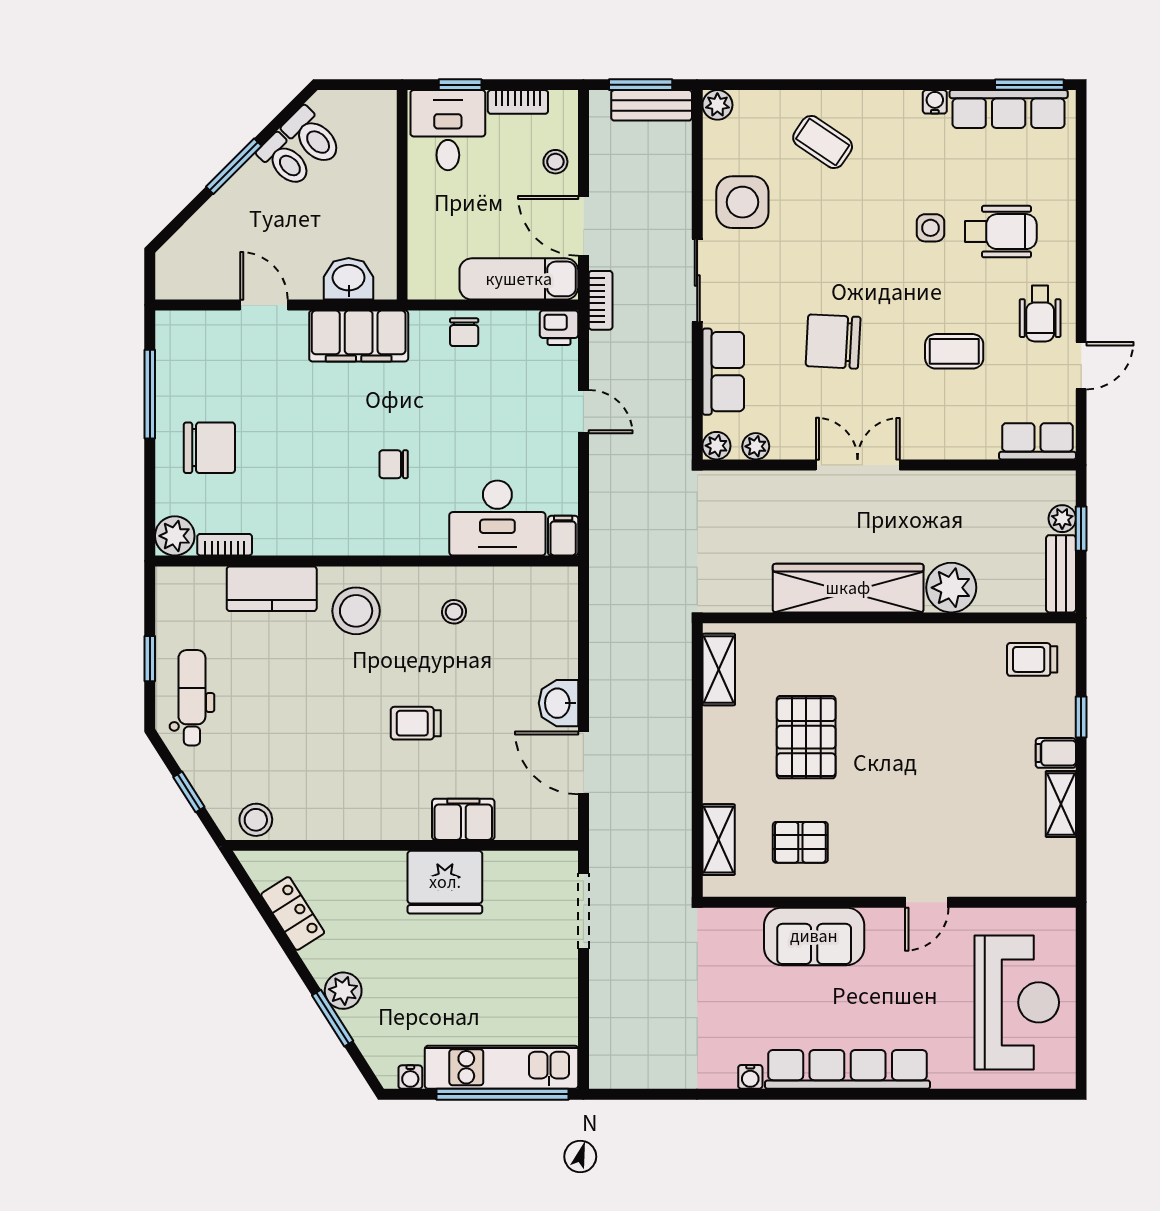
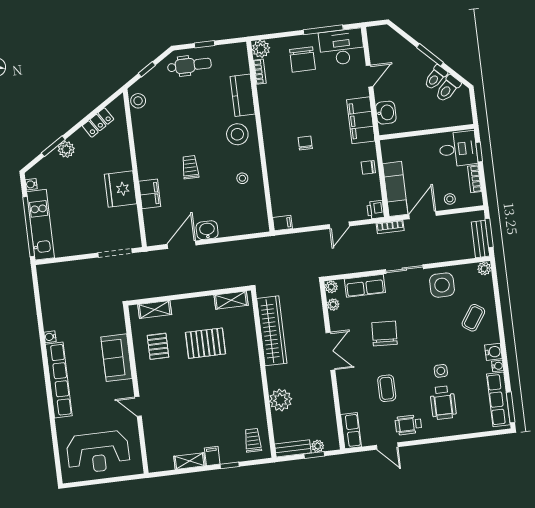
water cooler: (903, 107) -> (493, 352), added
desk: (497, 518) -> (342, 47), moved, turned 90
wardrobe: (848, 588) -> (272, 331), moved

